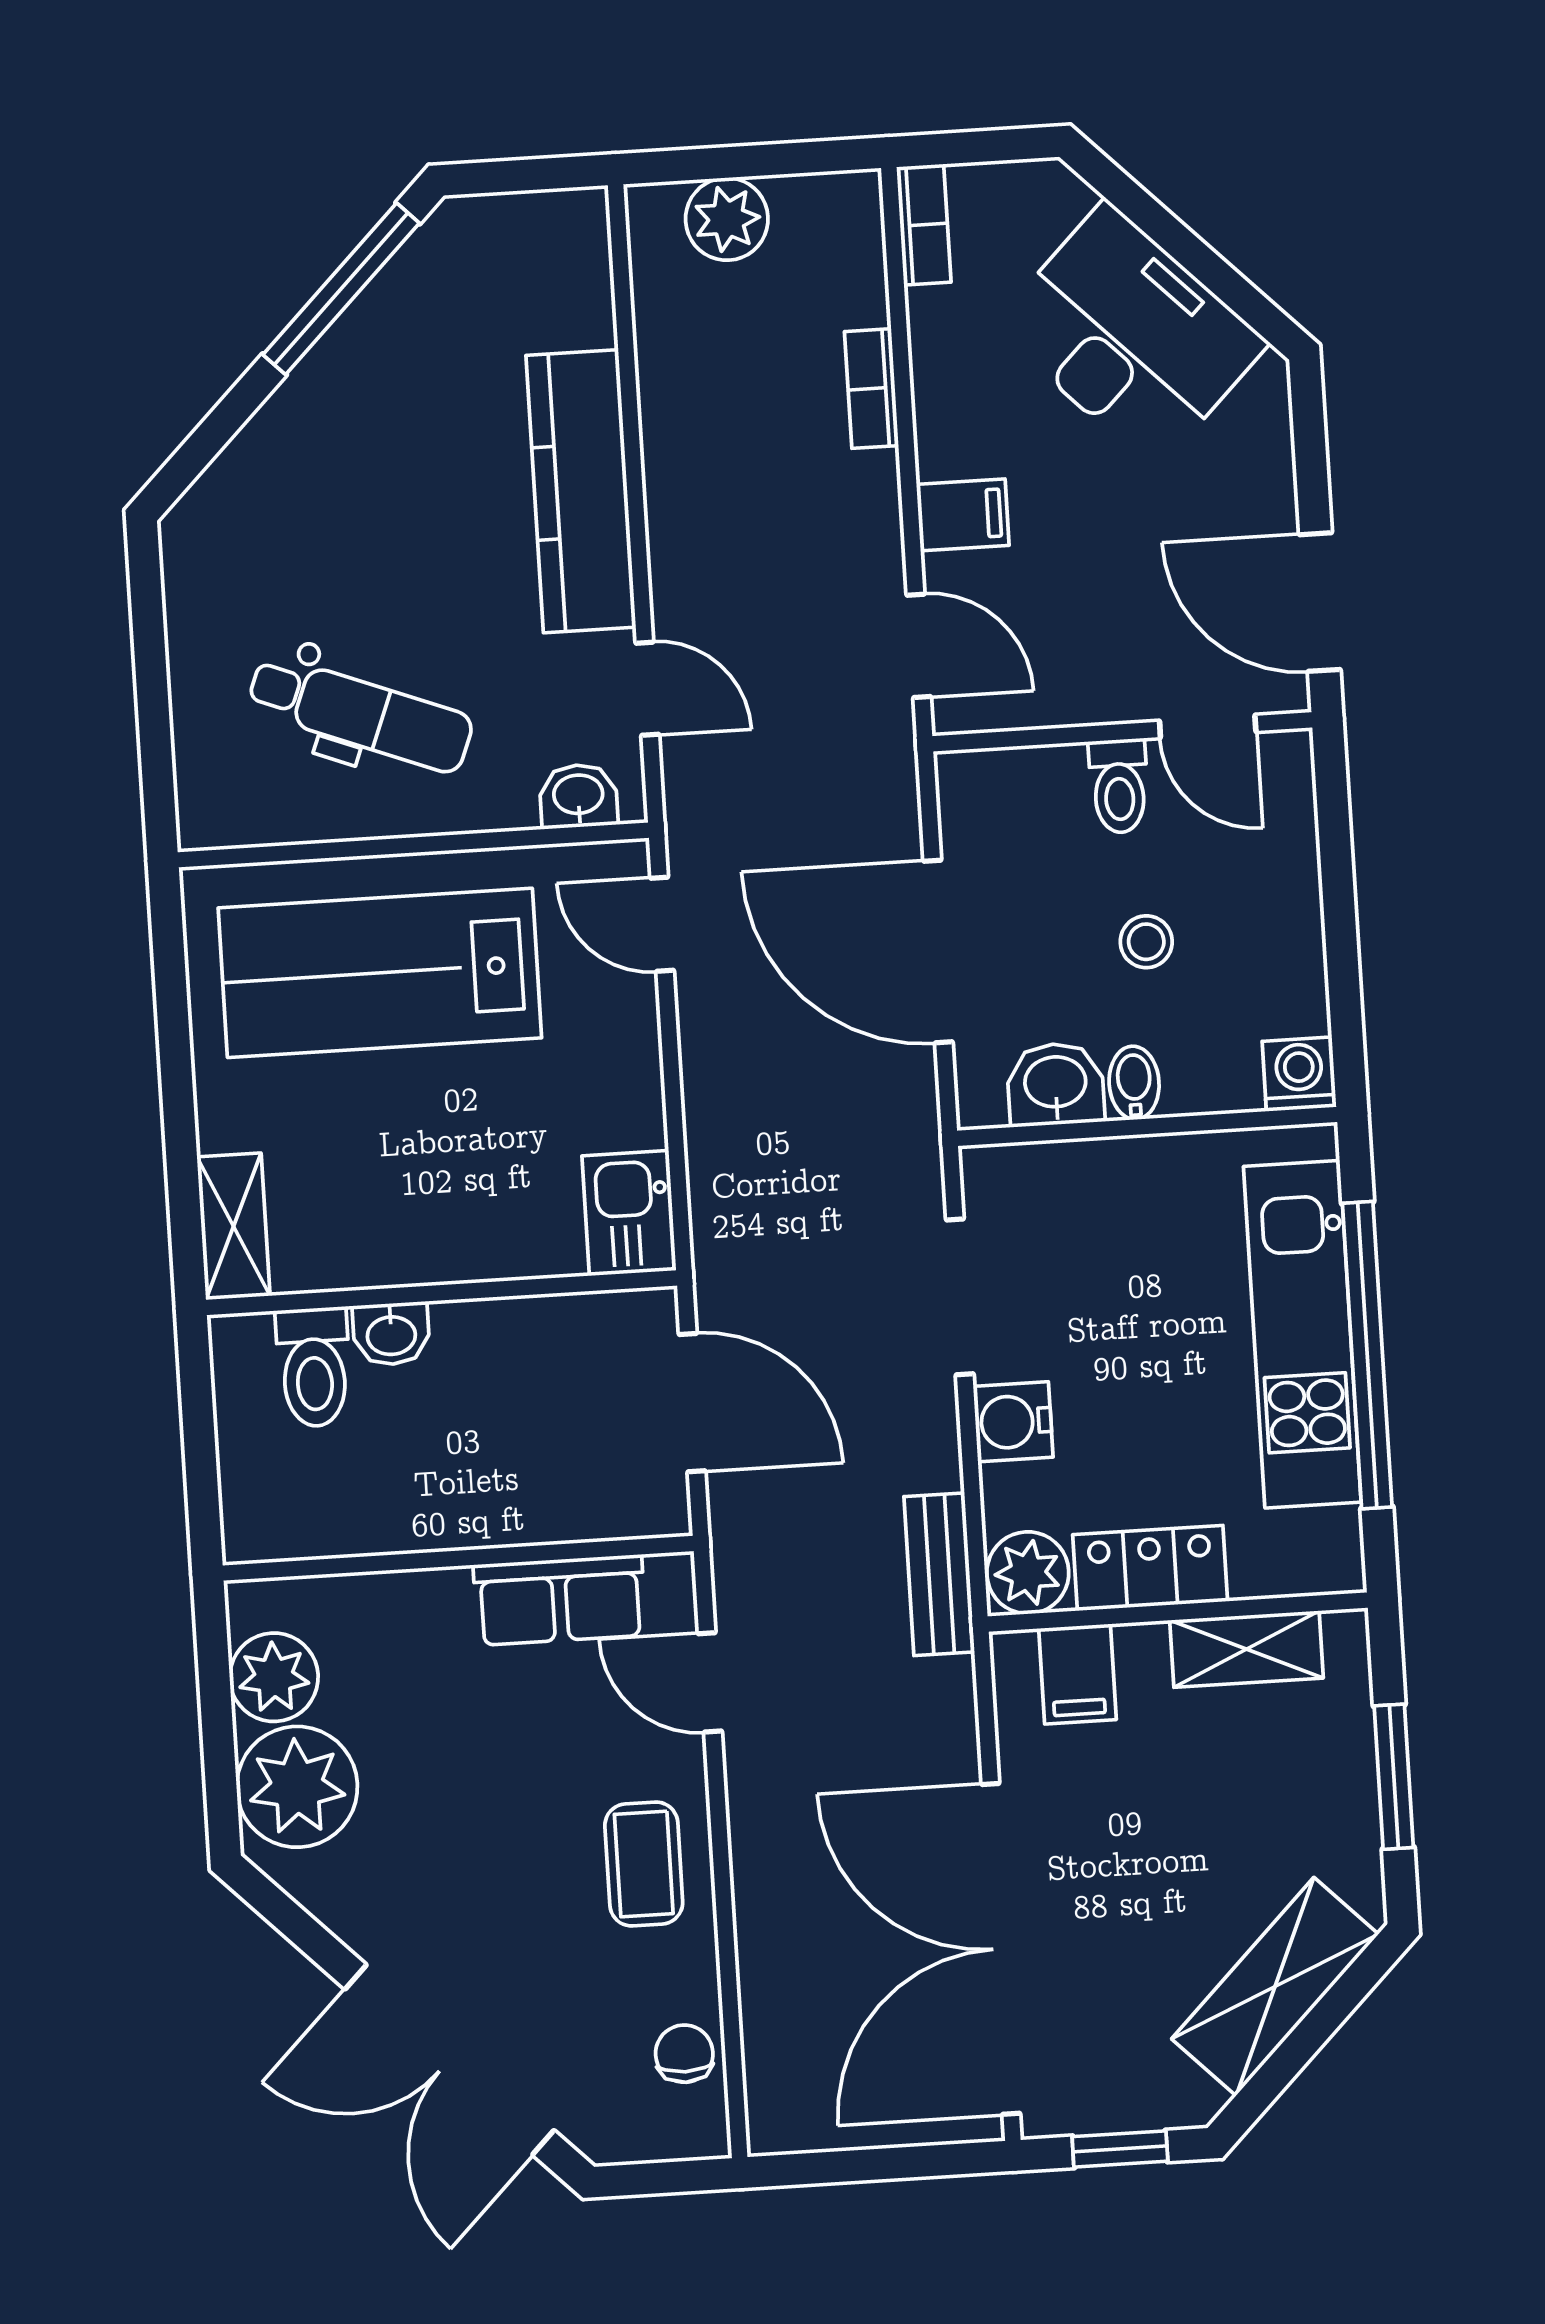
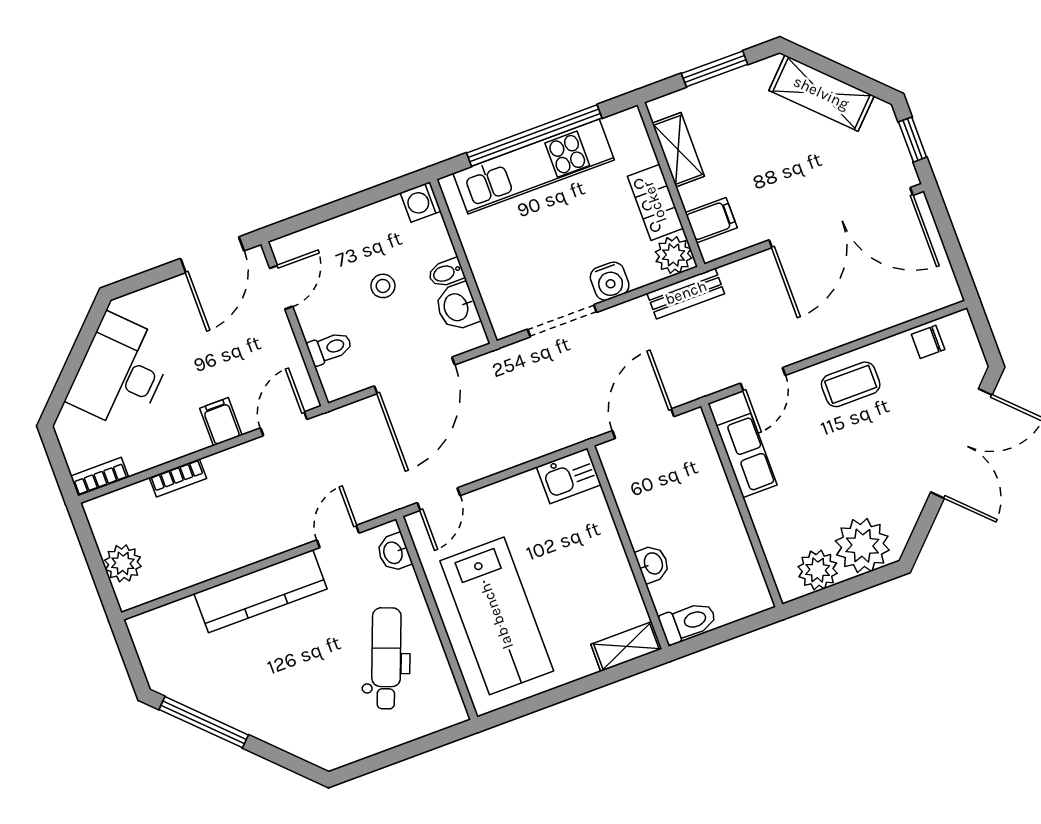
toilet: (1119, 786) -> (330, 348), moved
toilet: (314, 1367) -> (688, 622), moved

